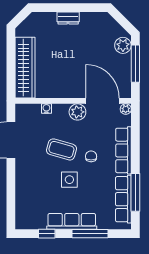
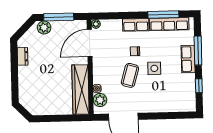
dresser: (68, 18) -> (23, 56), moved
wardrobe: (25, 68) -> (80, 90), moved, turned -90
plant: (77, 112) -> (100, 100), moved
row of seats: (123, 150) -> (136, 25), width x0.68
row of seats: (72, 221) -> (188, 59), width x0.68

